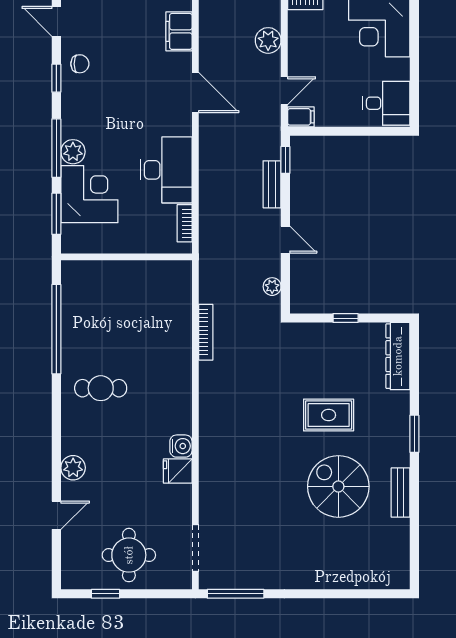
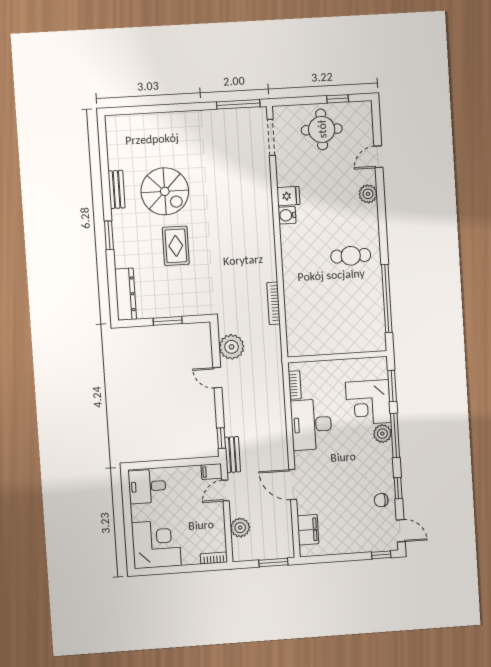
bench: (272, 184) -> (233, 455), moved
plant: (272, 287) -> (232, 347), width x1.88, depth x1.88
window: (346, 318) -> (168, 321), width x1.50
rug: (329, 415) -> (176, 246), turned 90

